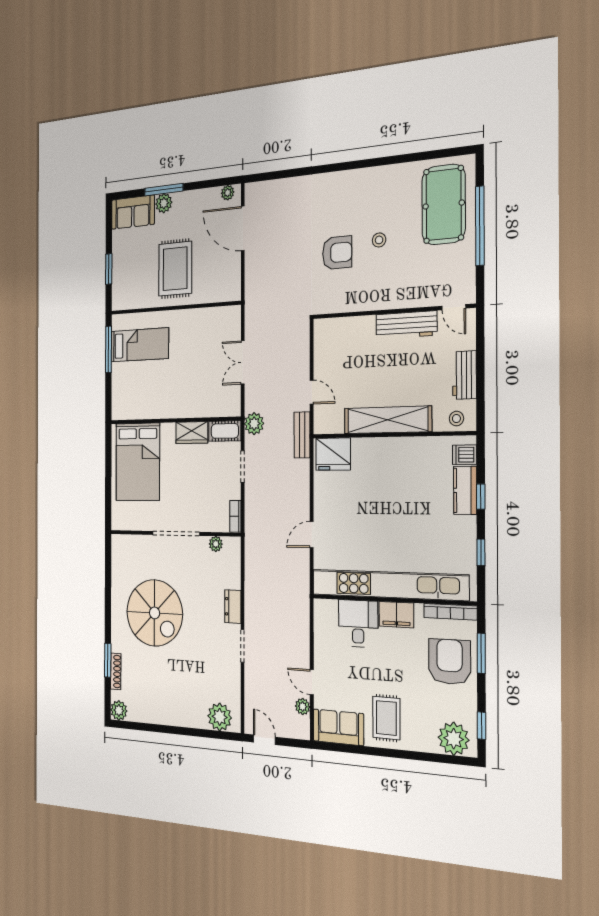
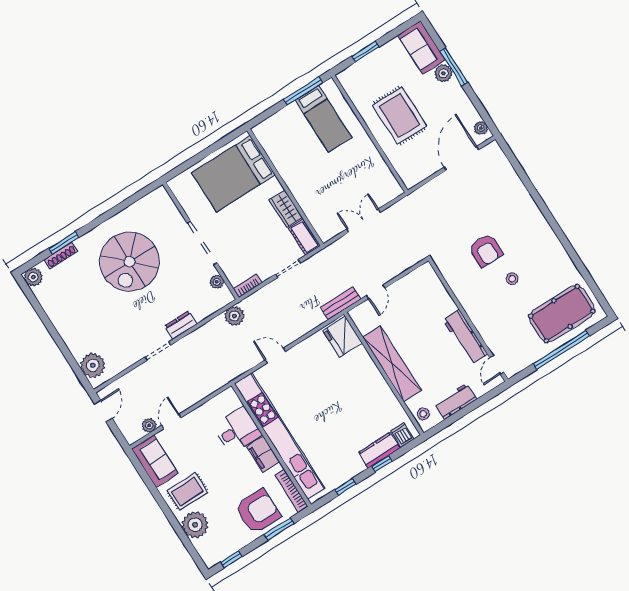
rug: (175, 269) -> (399, 116), turned 90
plant: (254, 424) -> (234, 316), moved
plant: (454, 739) -> (195, 525), moved

